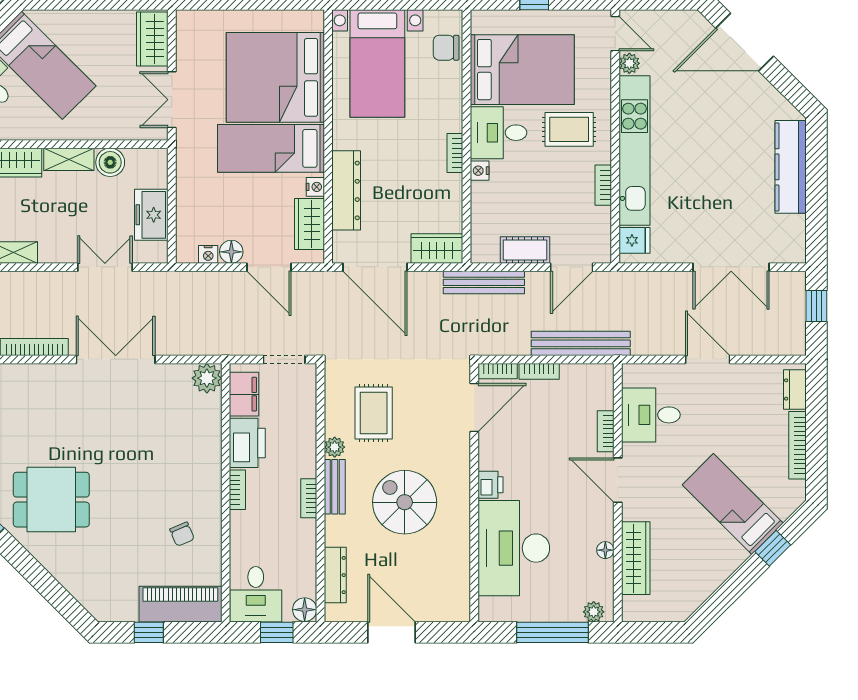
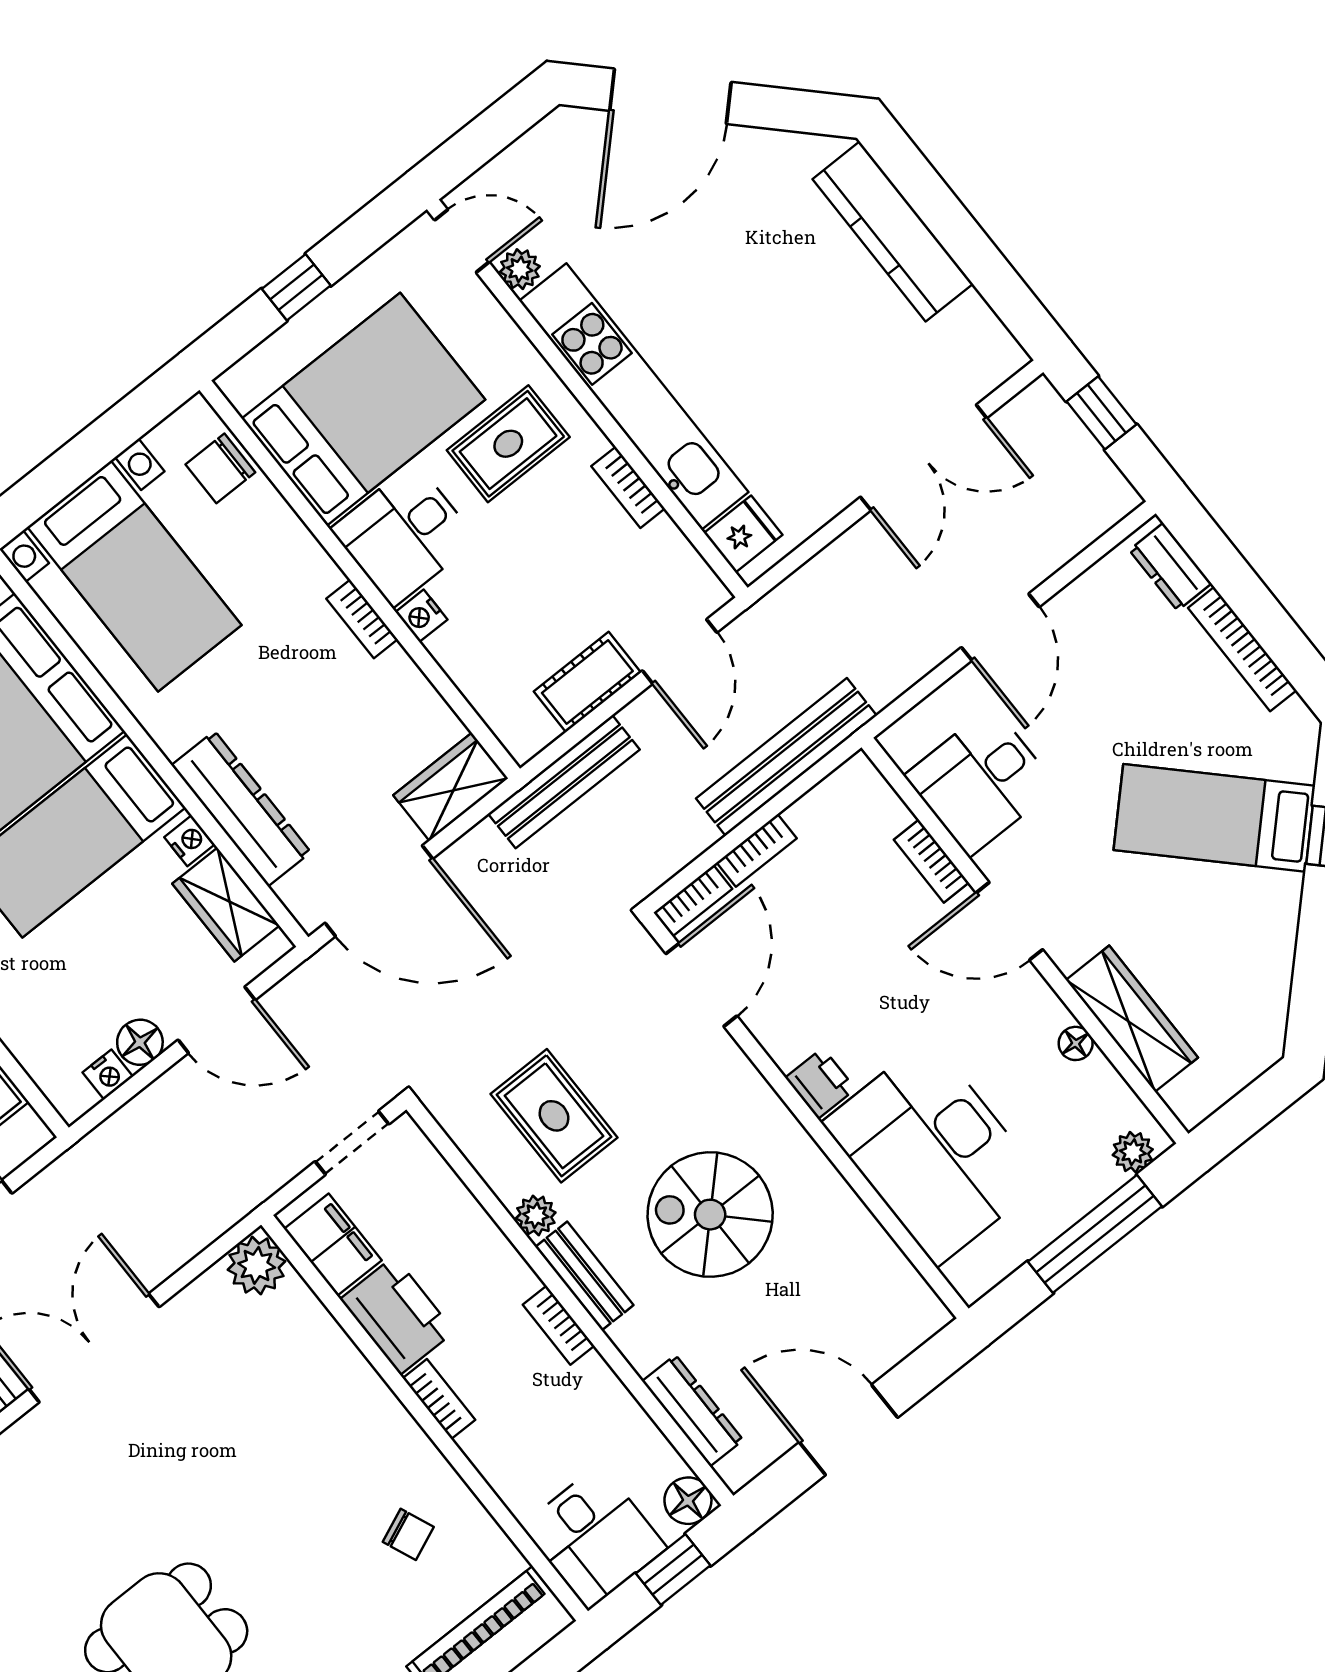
door: (708, 359) -> (1000, 627), swing flipped

